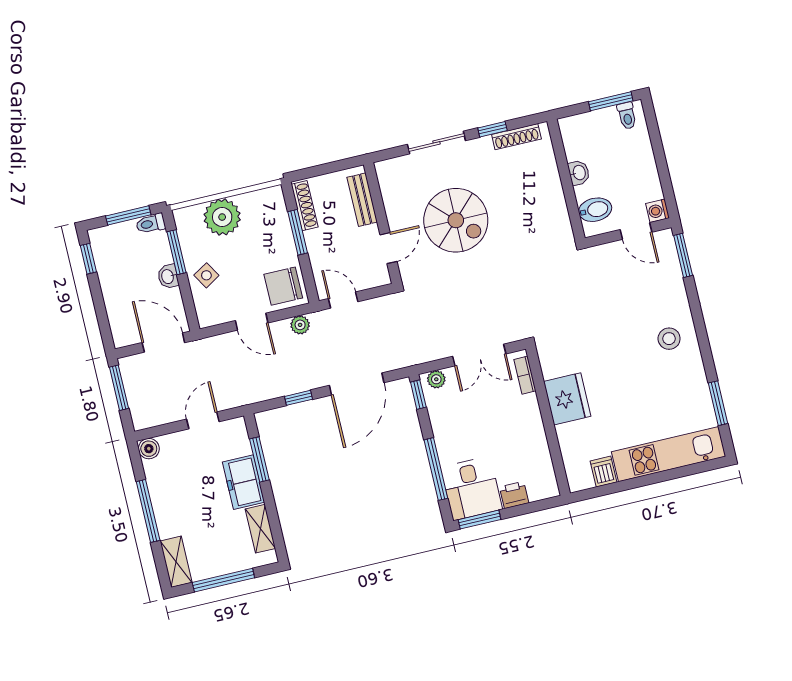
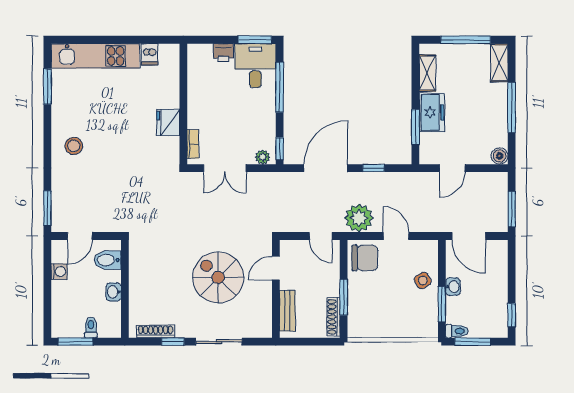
toilet: (627, 116) -> (91, 327), moved
washing machine: (657, 211) -> (59, 272), moved
plant: (222, 217) -> (400, 323), removed
door: (636, 231) -> (80, 236), swing flipped
plant: (300, 325) -> (359, 218), width x1.88, depth x1.88
double door: (479, 355) -> (225, 168), swing flipped
fridge: (567, 399) -> (168, 122), width x0.73, depth x0.75

